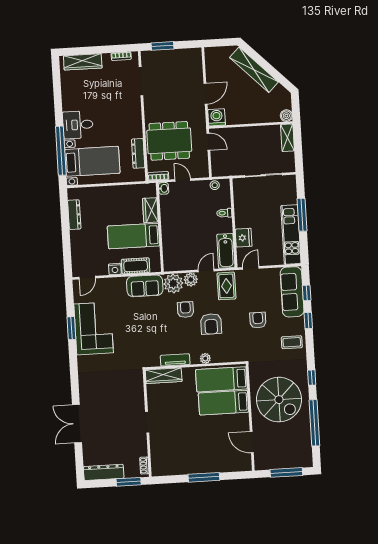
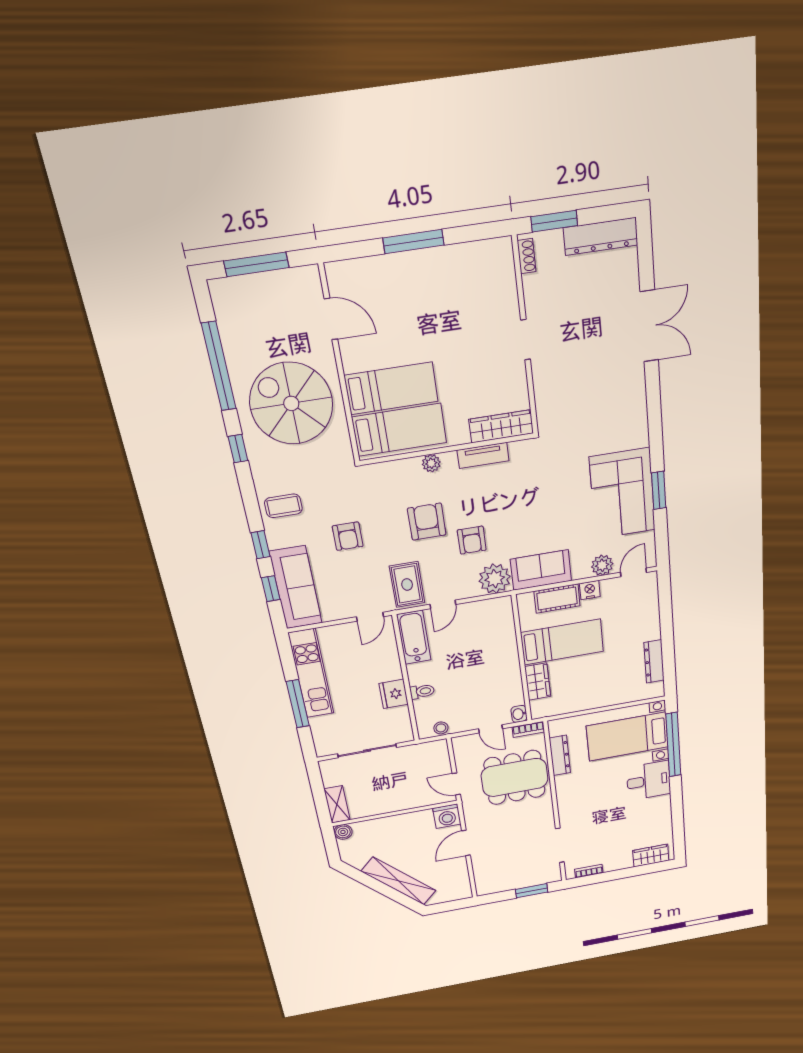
wardrobe: (83, 62) -> (651, 856), width x0.67
fridge: (244, 238) -> (394, 694), moved
plant: (191, 280) -> (602, 565), moved

